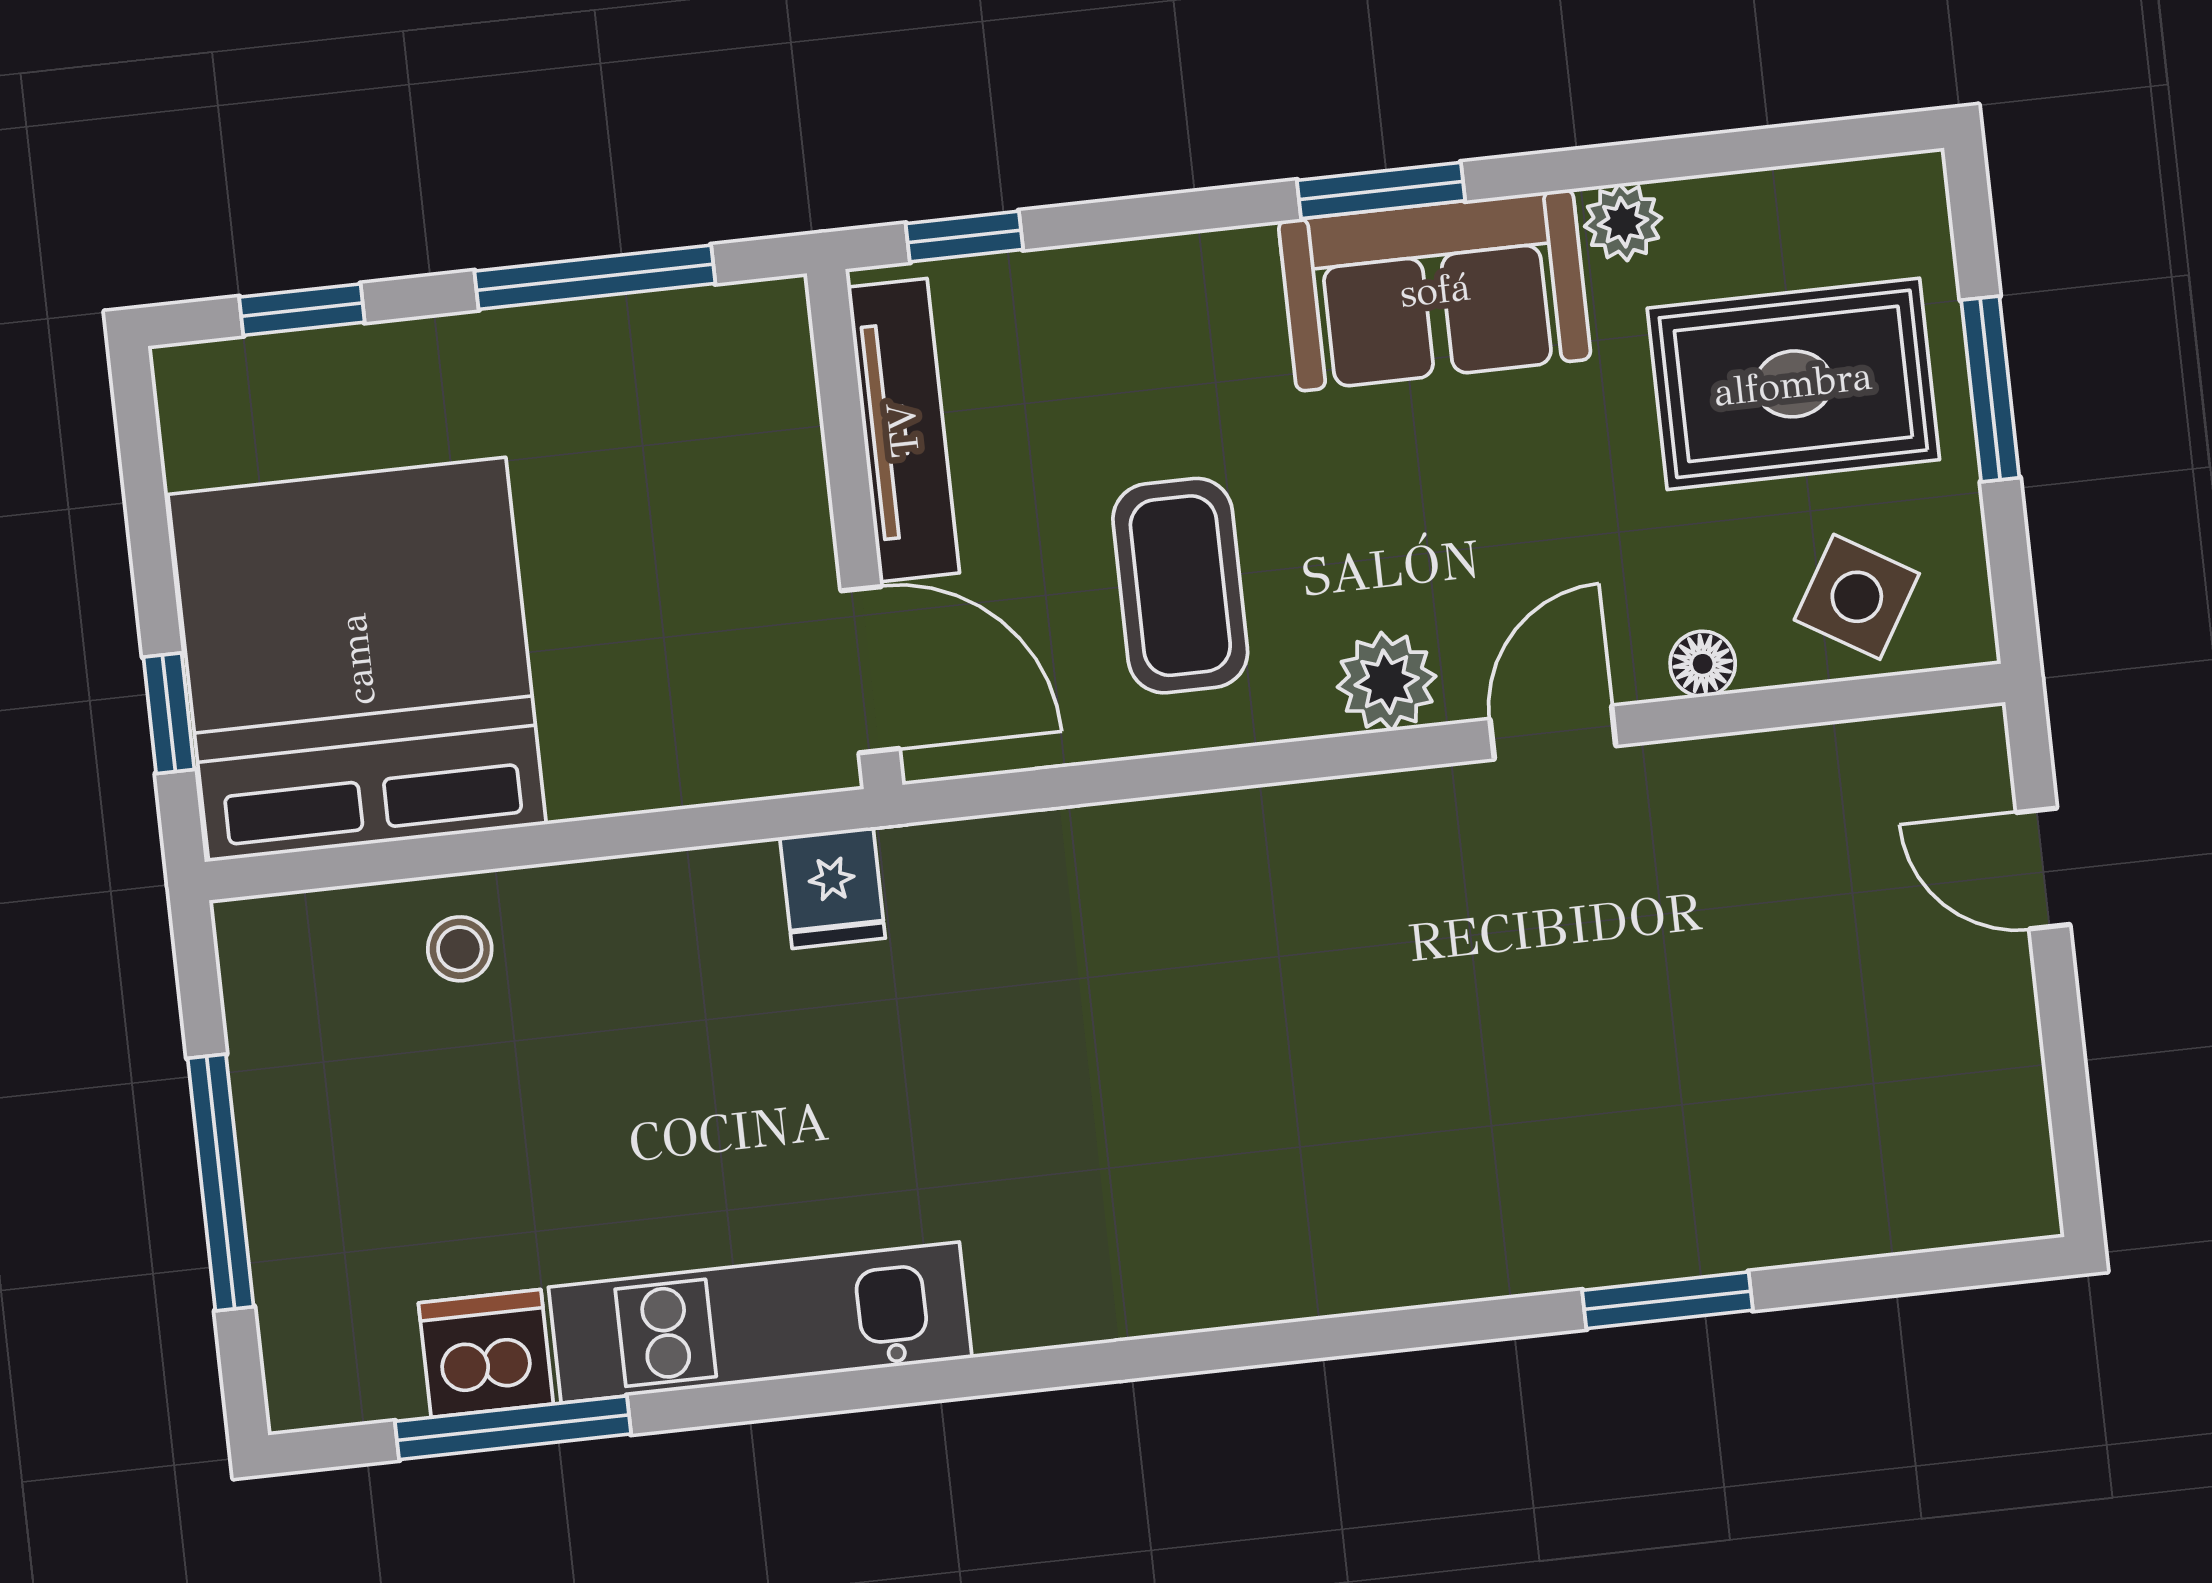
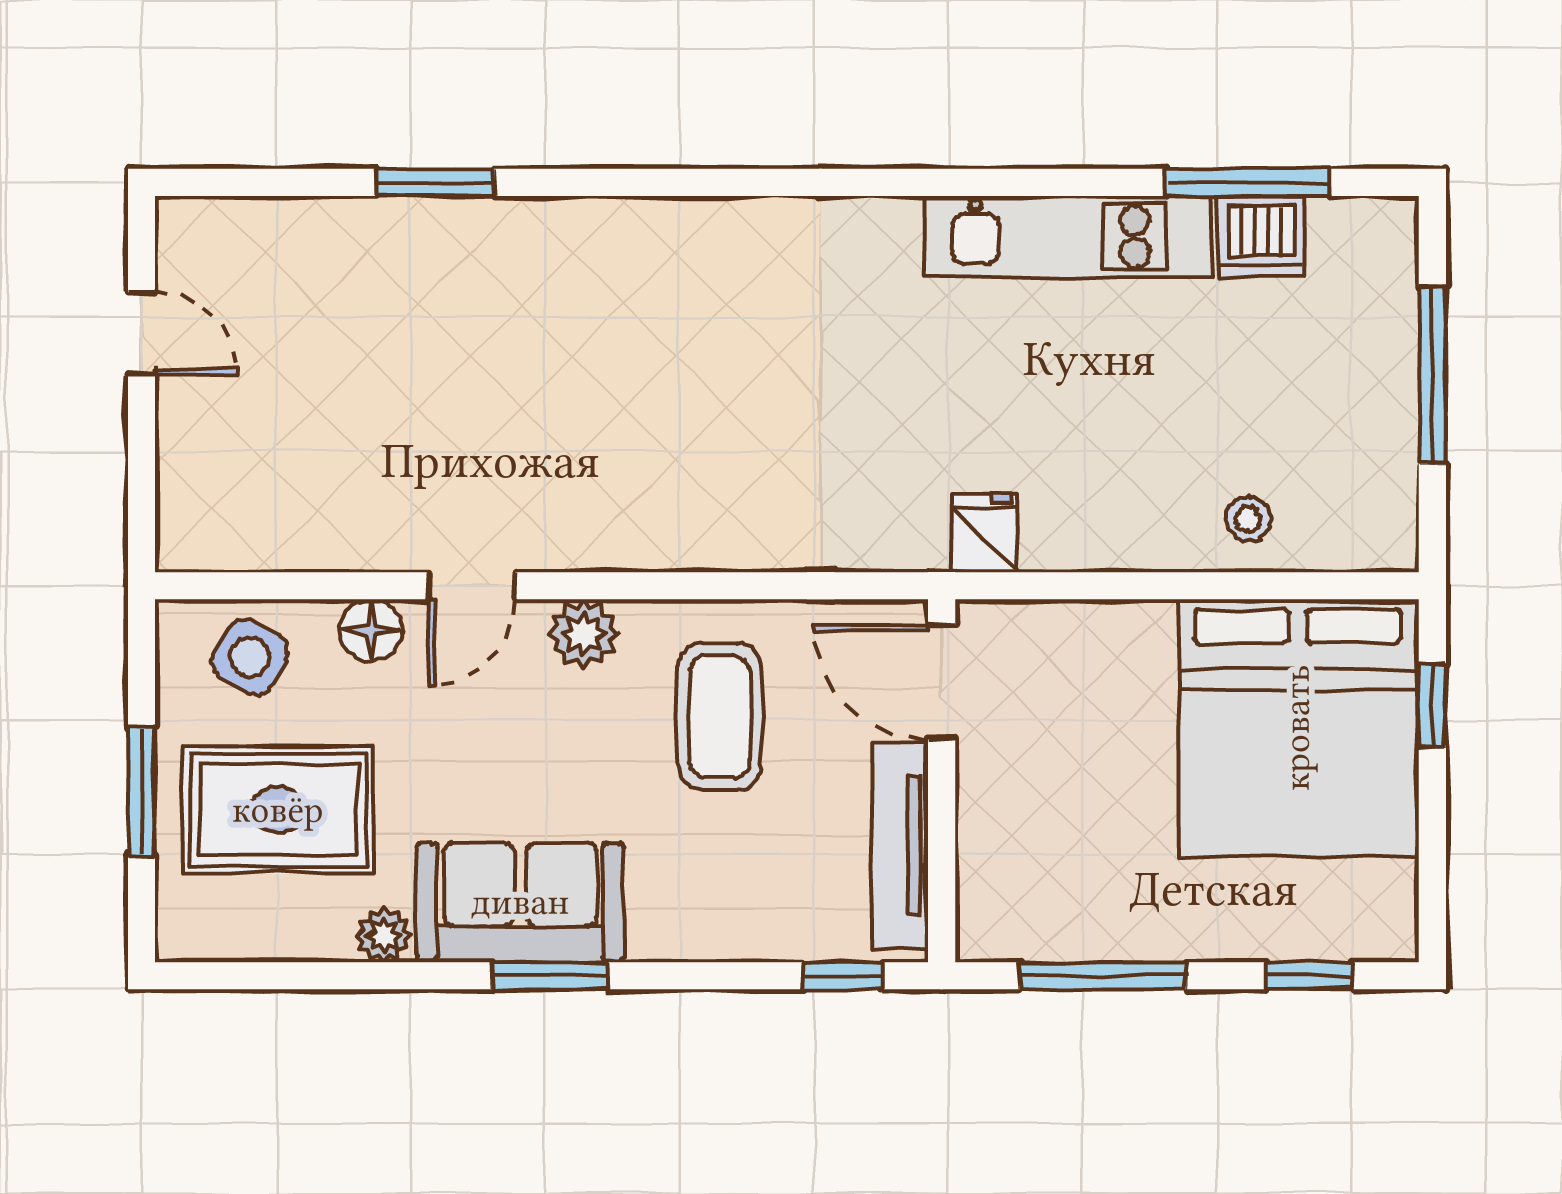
floor lamp: (1703, 664) -> (371, 631), width x1.37, depth x1.37
door: (2043, 869) -> (142, 334), moved

